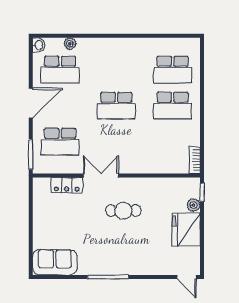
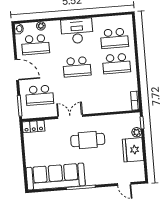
desk: (120, 55) -> (77, 31), added
door: (31, 103) -> (17, 70), hinge flipped
locker: (67, 185) -> (34, 126), moved
cafe table: (123, 211) -> (88, 140), width x1.37, depth x1.35
sofa: (55, 262) -> (56, 177), width x1.85, depth x1.27
door: (187, 277) -> (124, 184), moved

